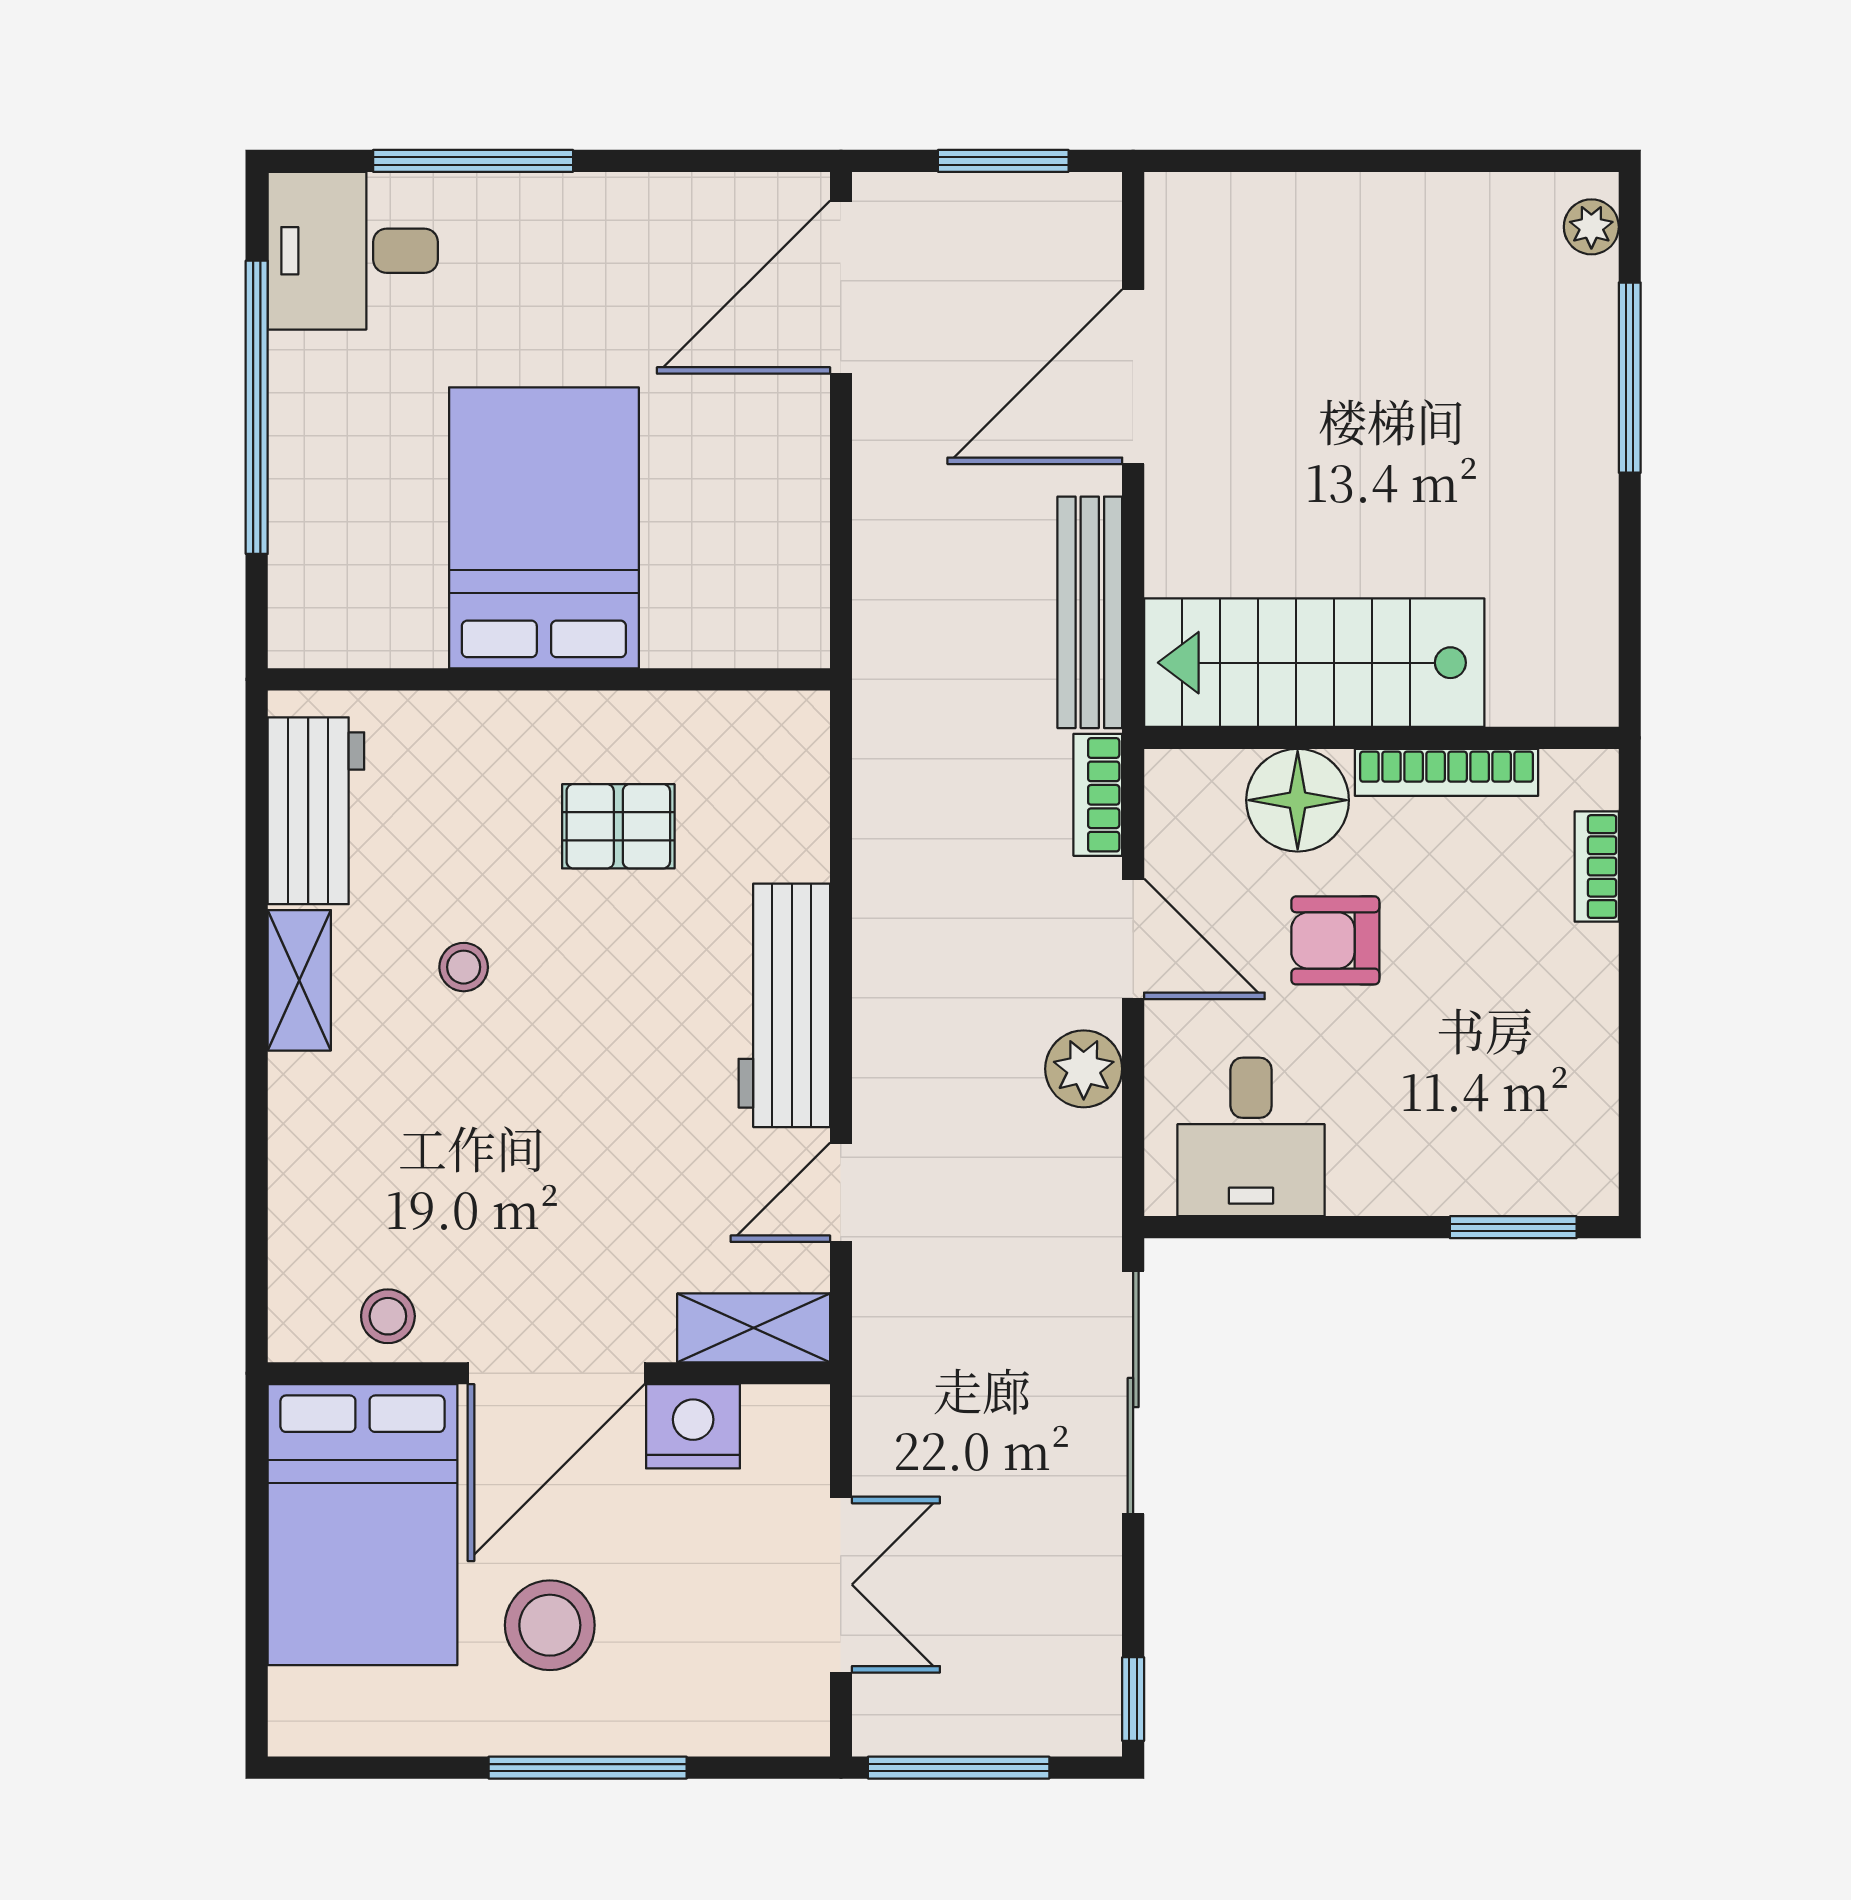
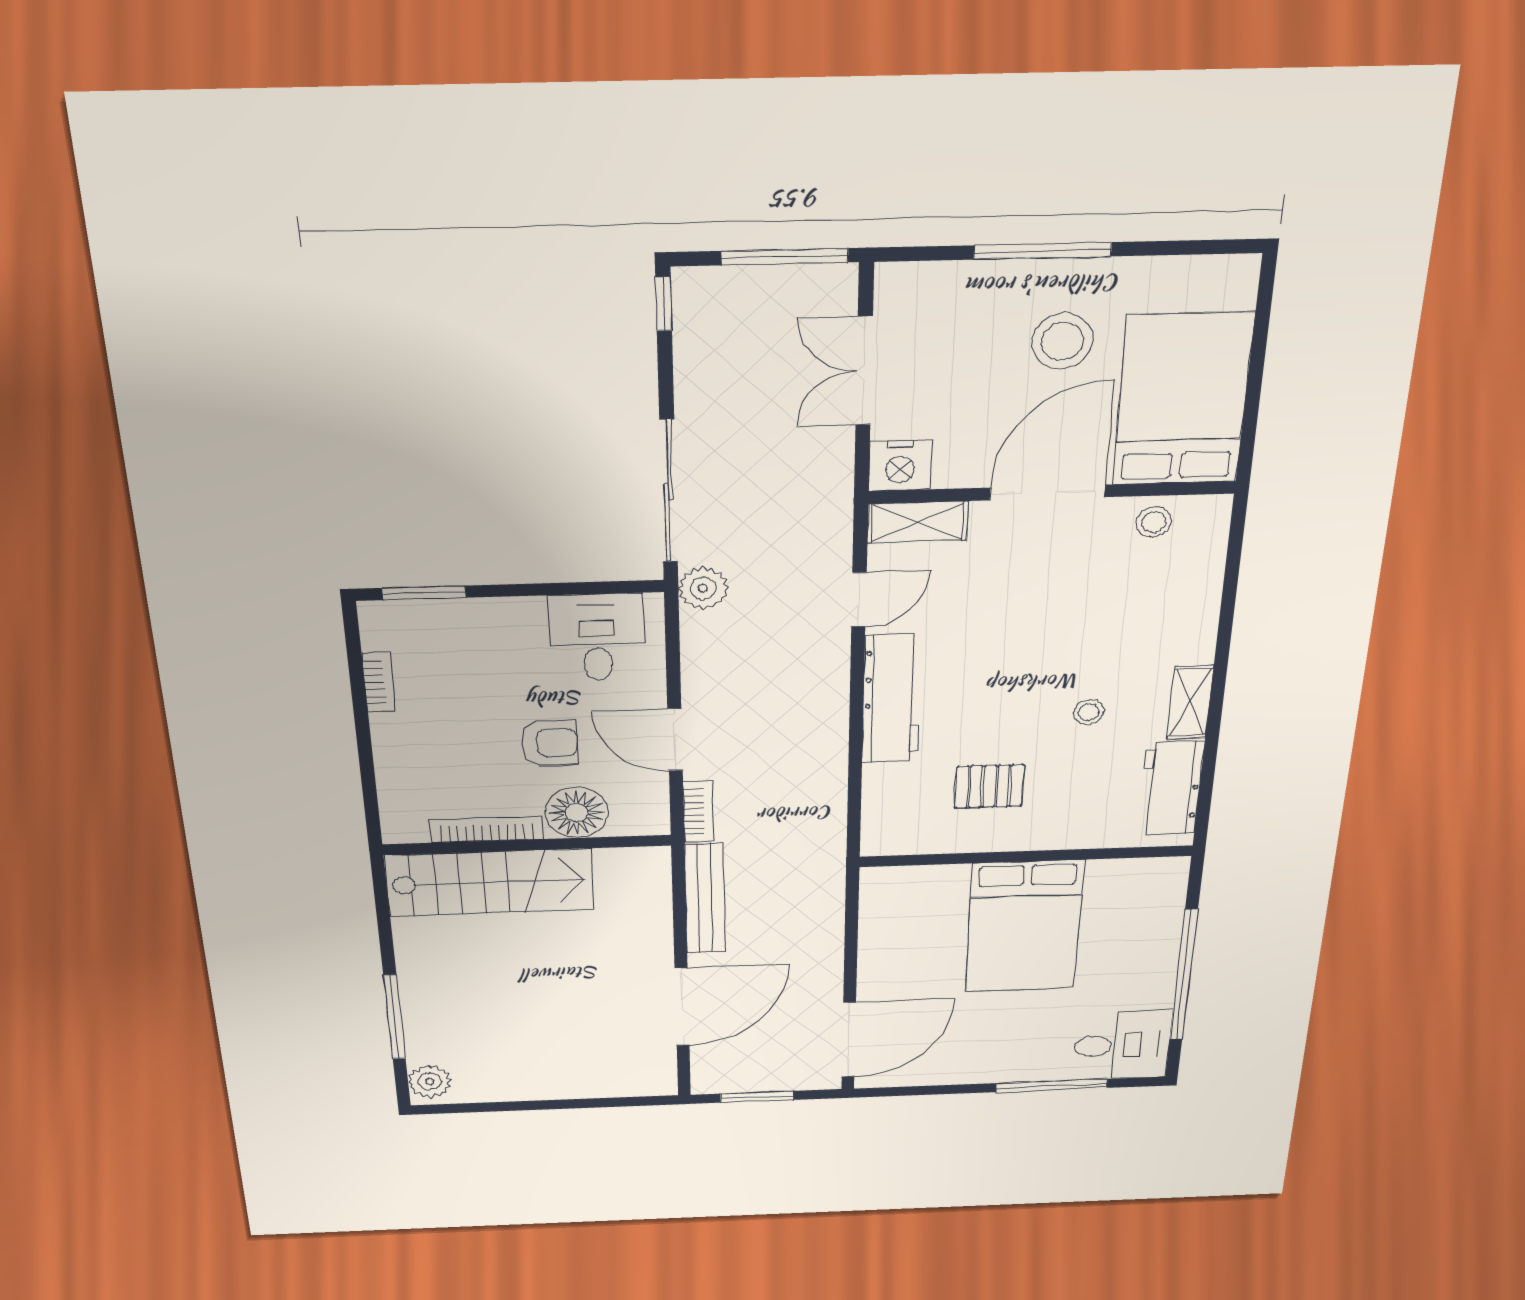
plant: (1591, 227) -> (430, 1081), width x1.38, depth x1.38
stairs: (1314, 663) -> (490, 882), moved
bookcase: (1597, 867) -> (379, 682), moved
plant: (1084, 1069) -> (703, 588), moved
nightstand: (693, 1426) -> (900, 465), moved

